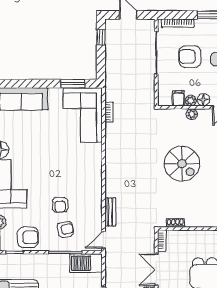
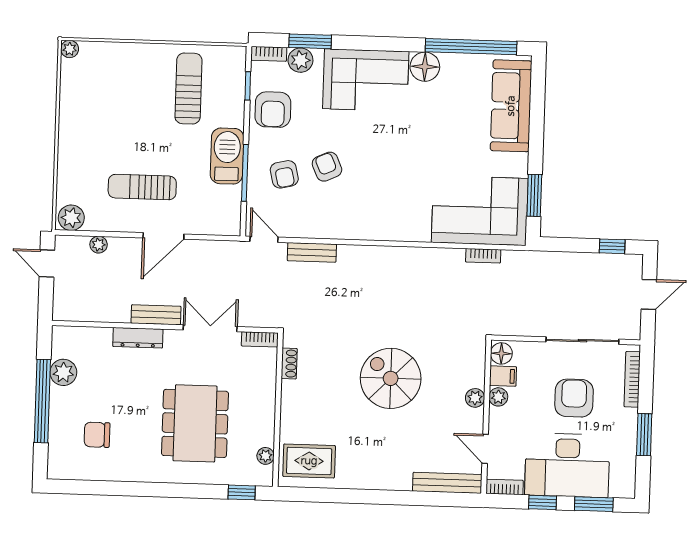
floor lamp: (203, 100) -> (501, 353), moved
spiral stairs: (182, 164) -> (391, 378), turned 90
armchair: (60, 205) -> (327, 167), turned 66
barbecue: (86, 263) -> (227, 156), moved

